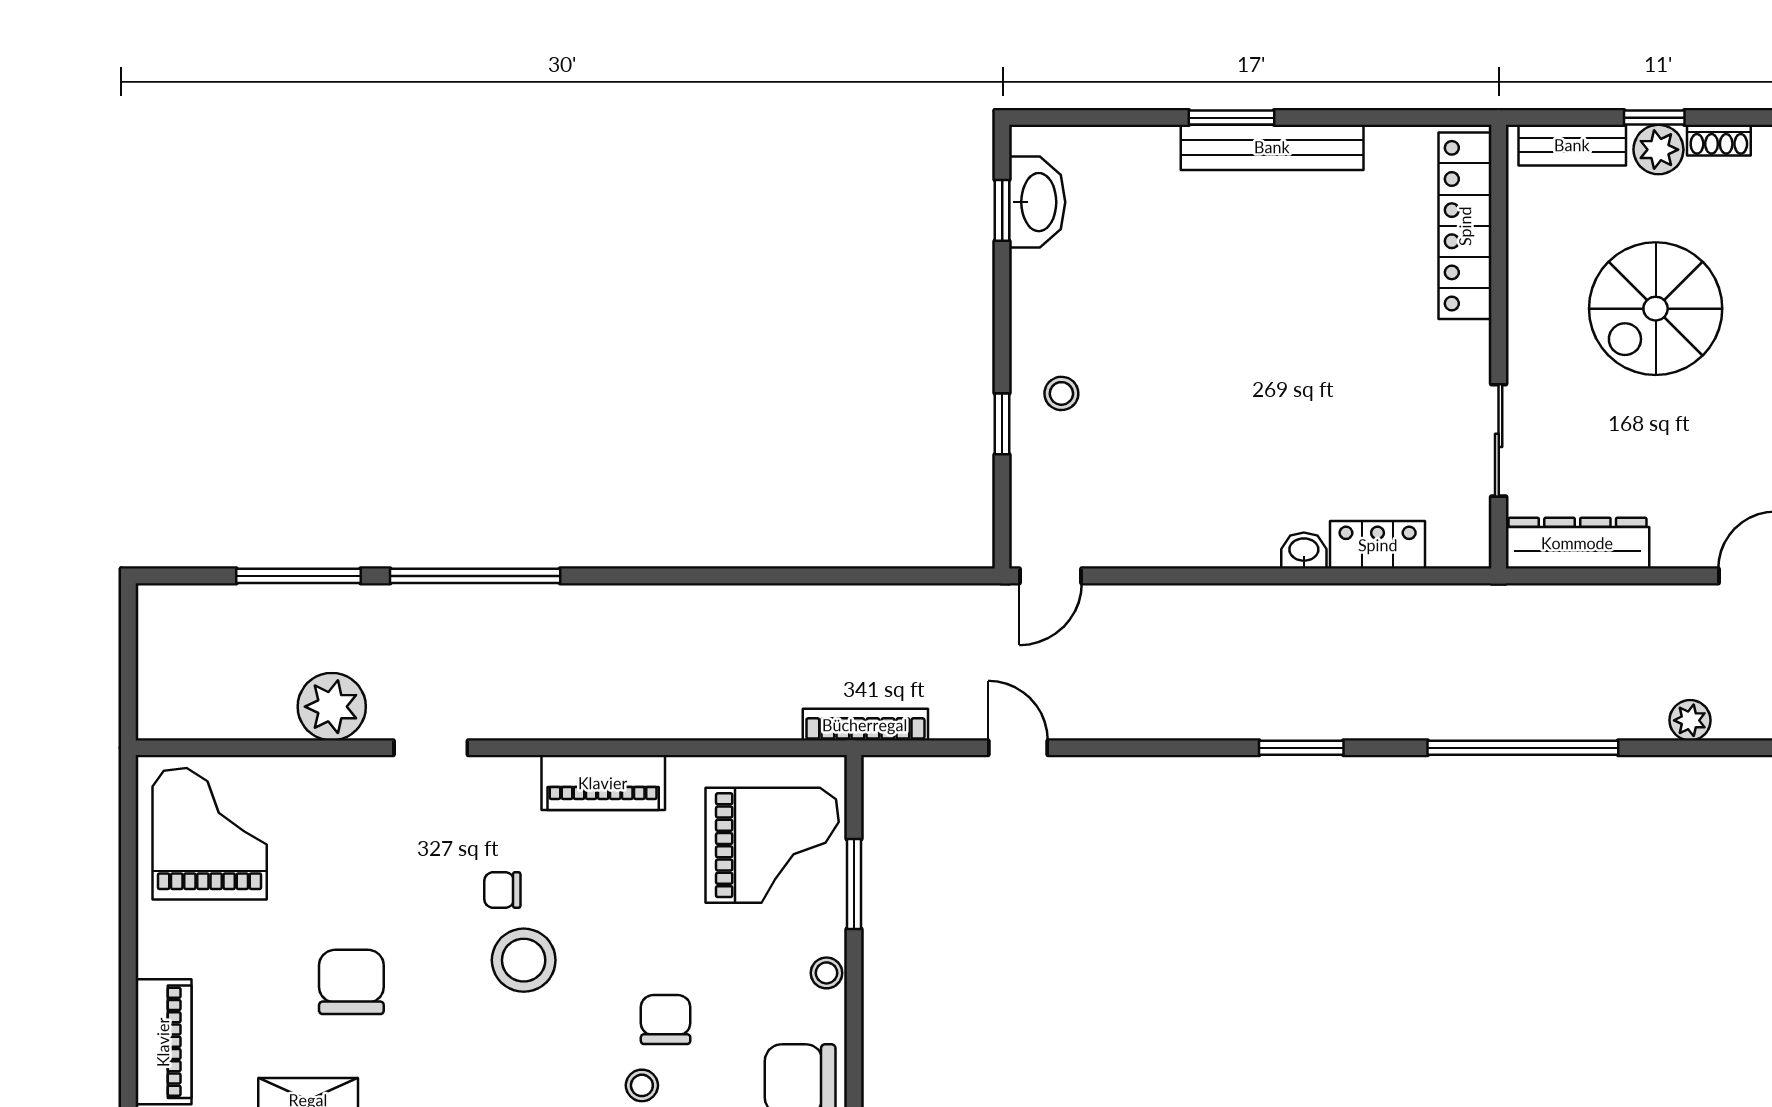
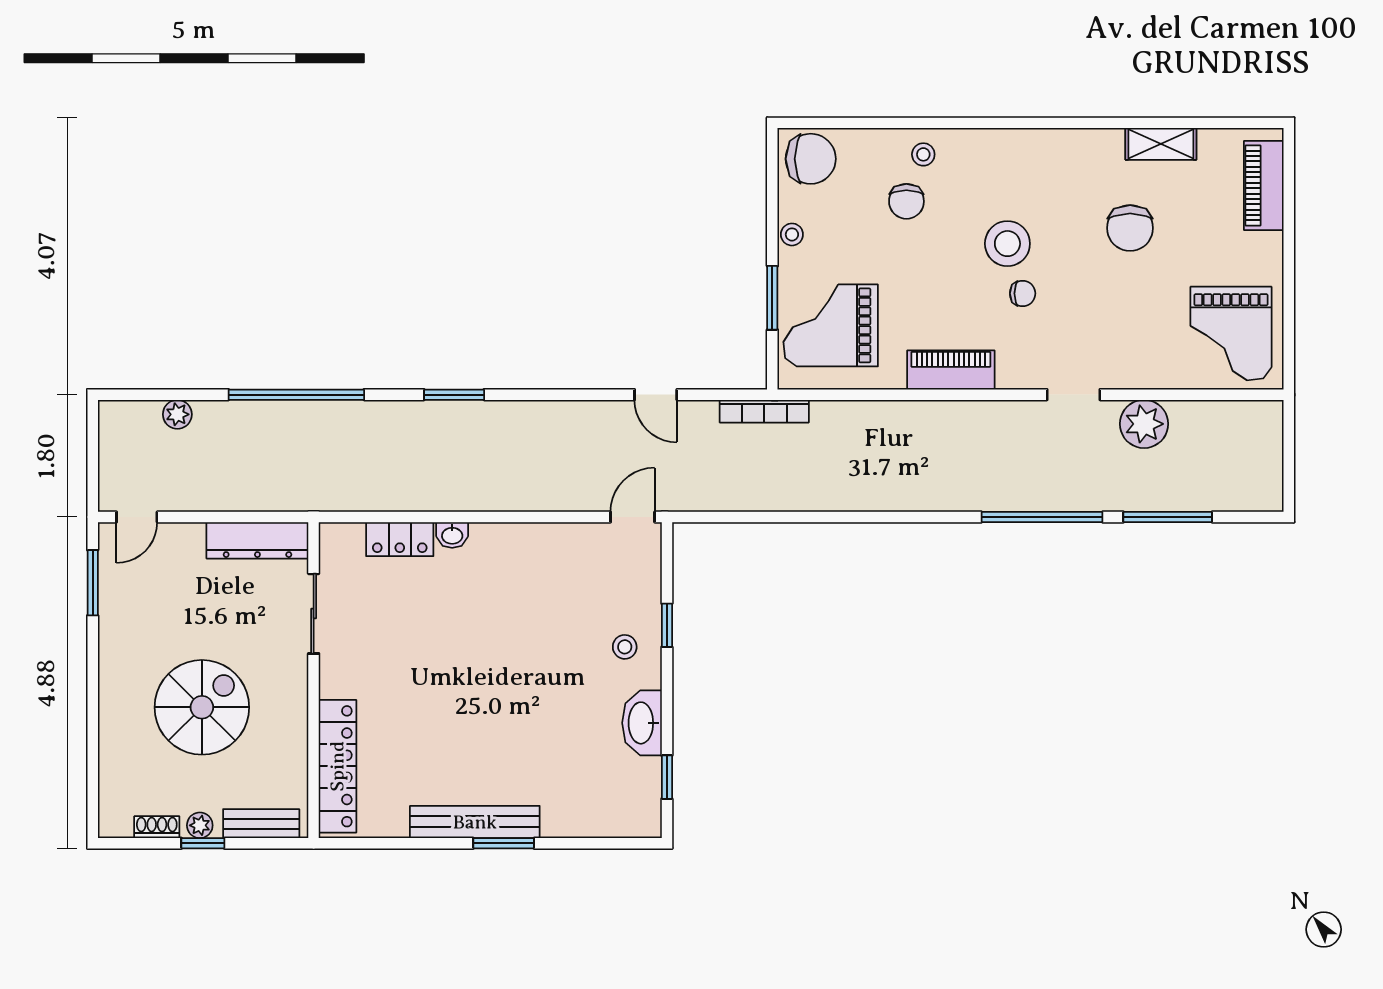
plant: (1658, 150) -> (200, 825), width x0.73, depth x0.73
washbasin: (1037, 202) -> (642, 723), moved

